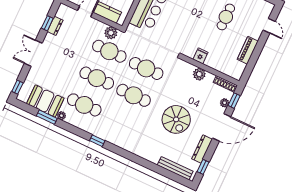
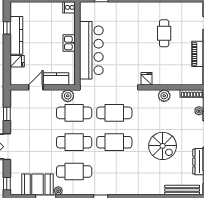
dresser: (55, 26) -> (15, 113), removed
fridge: (200, 56) -> (146, 79), moved

